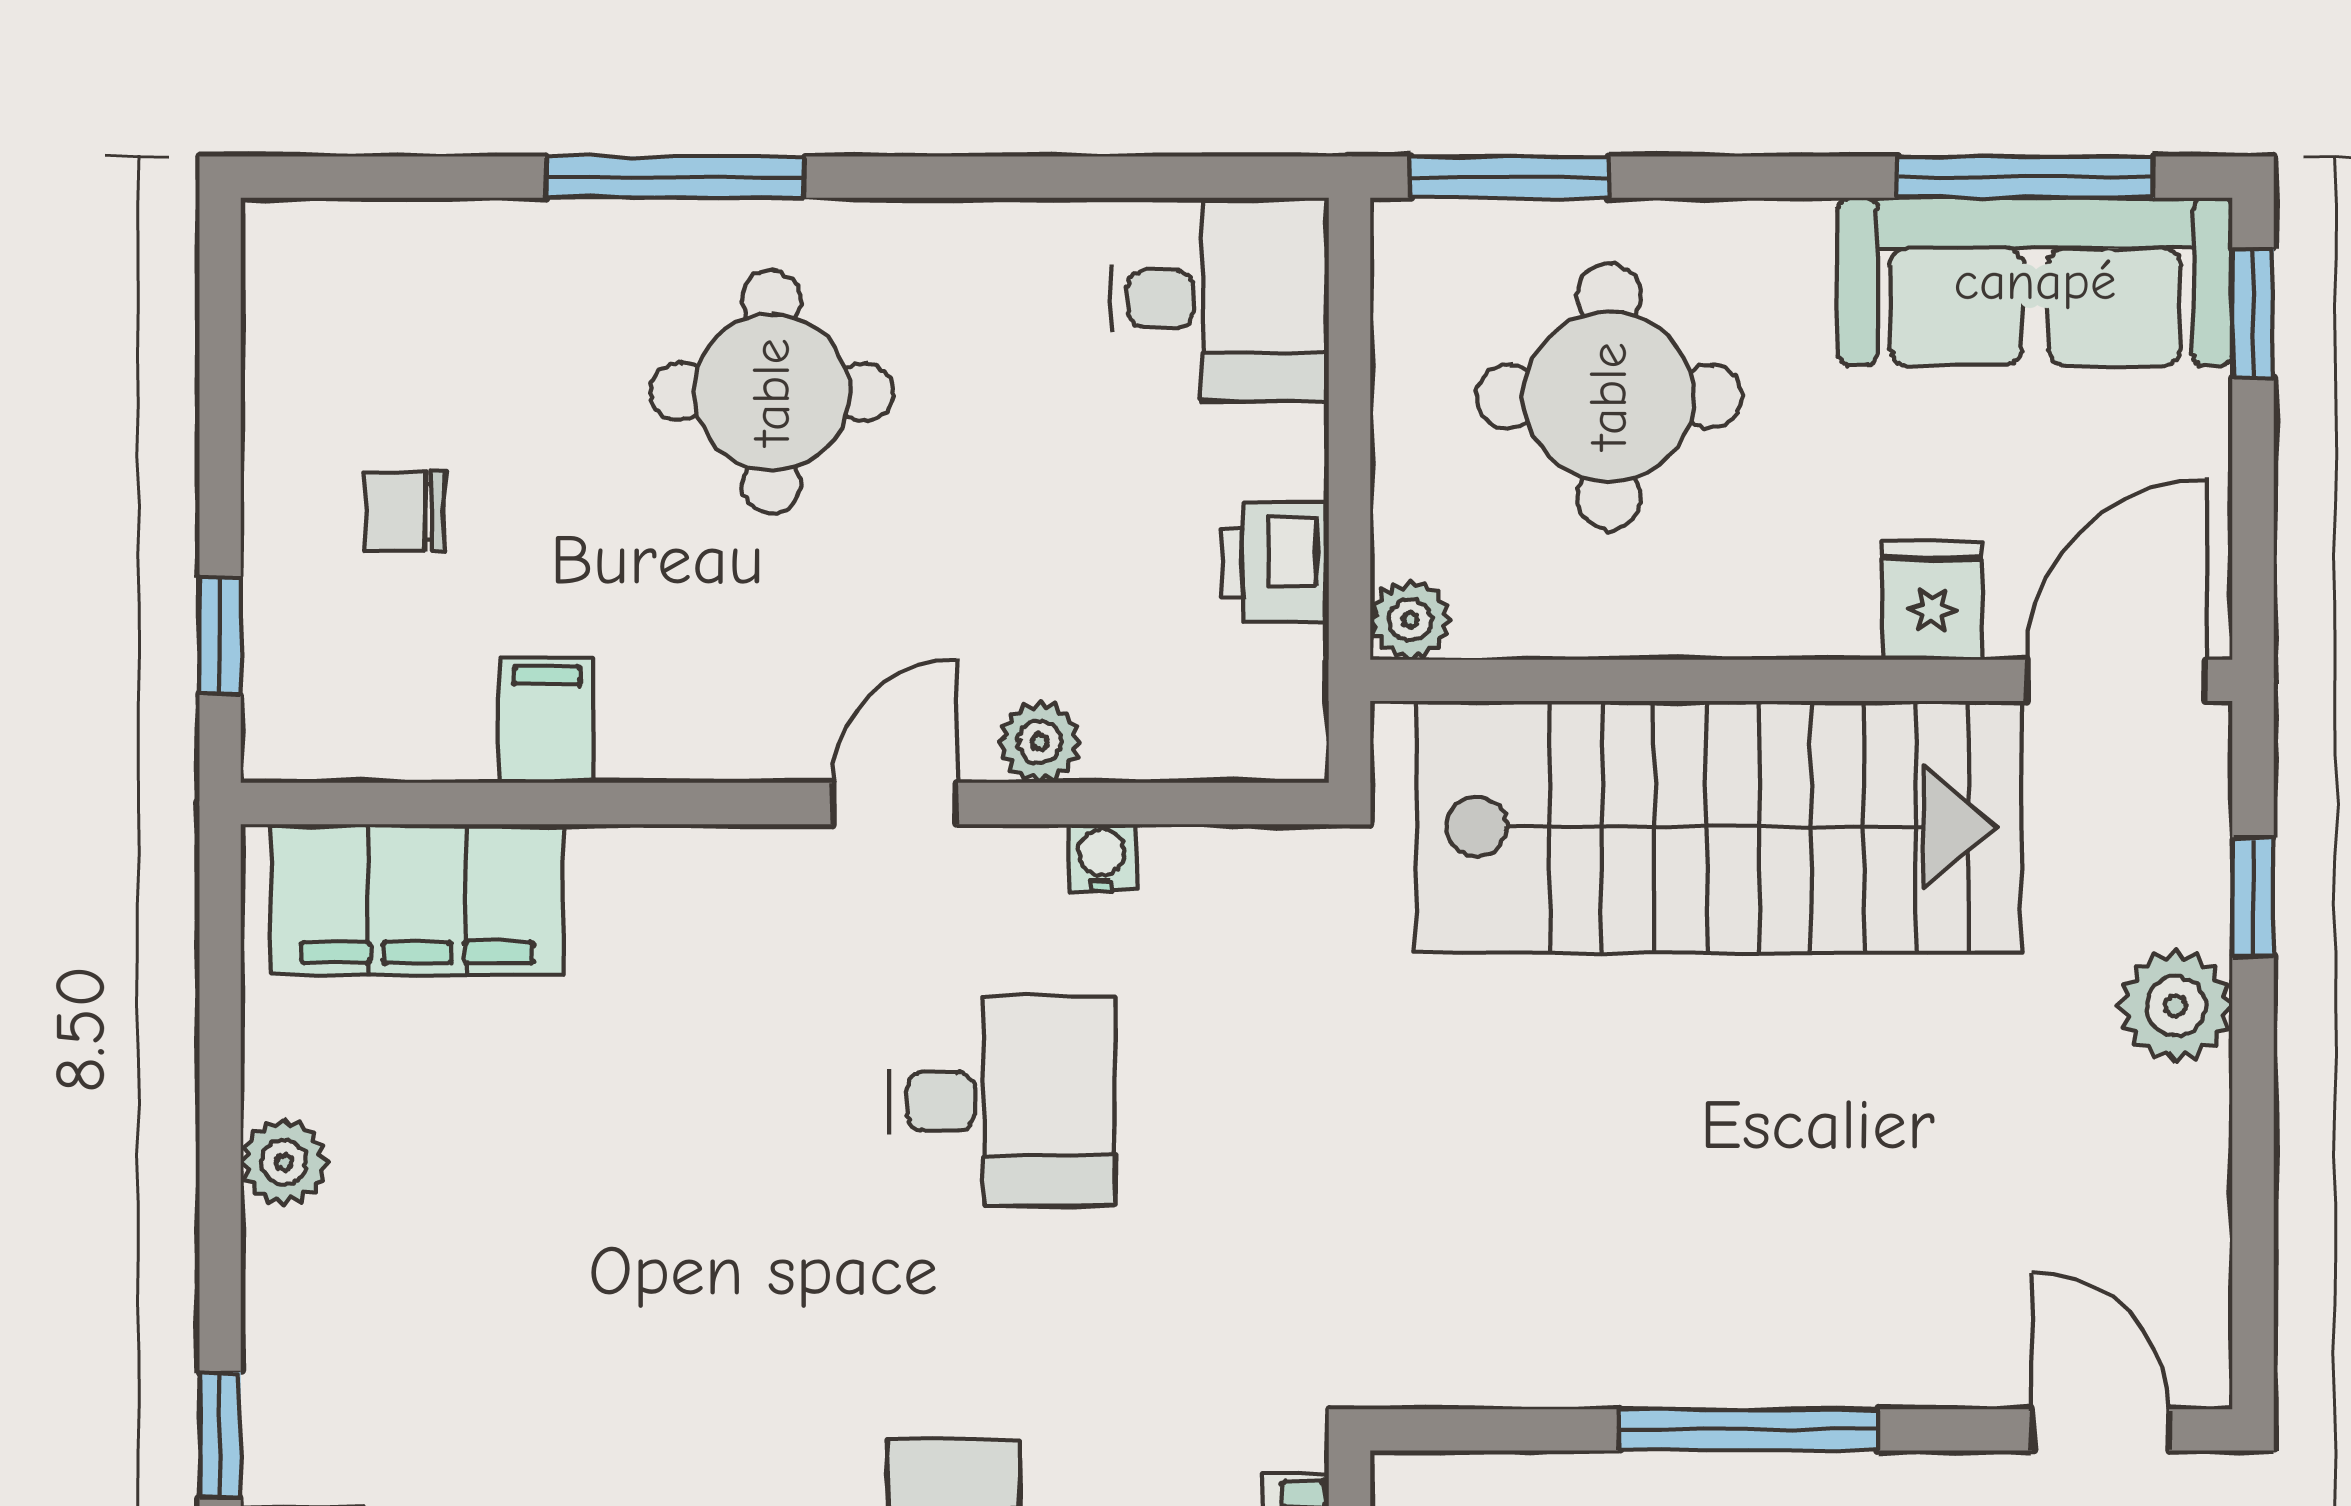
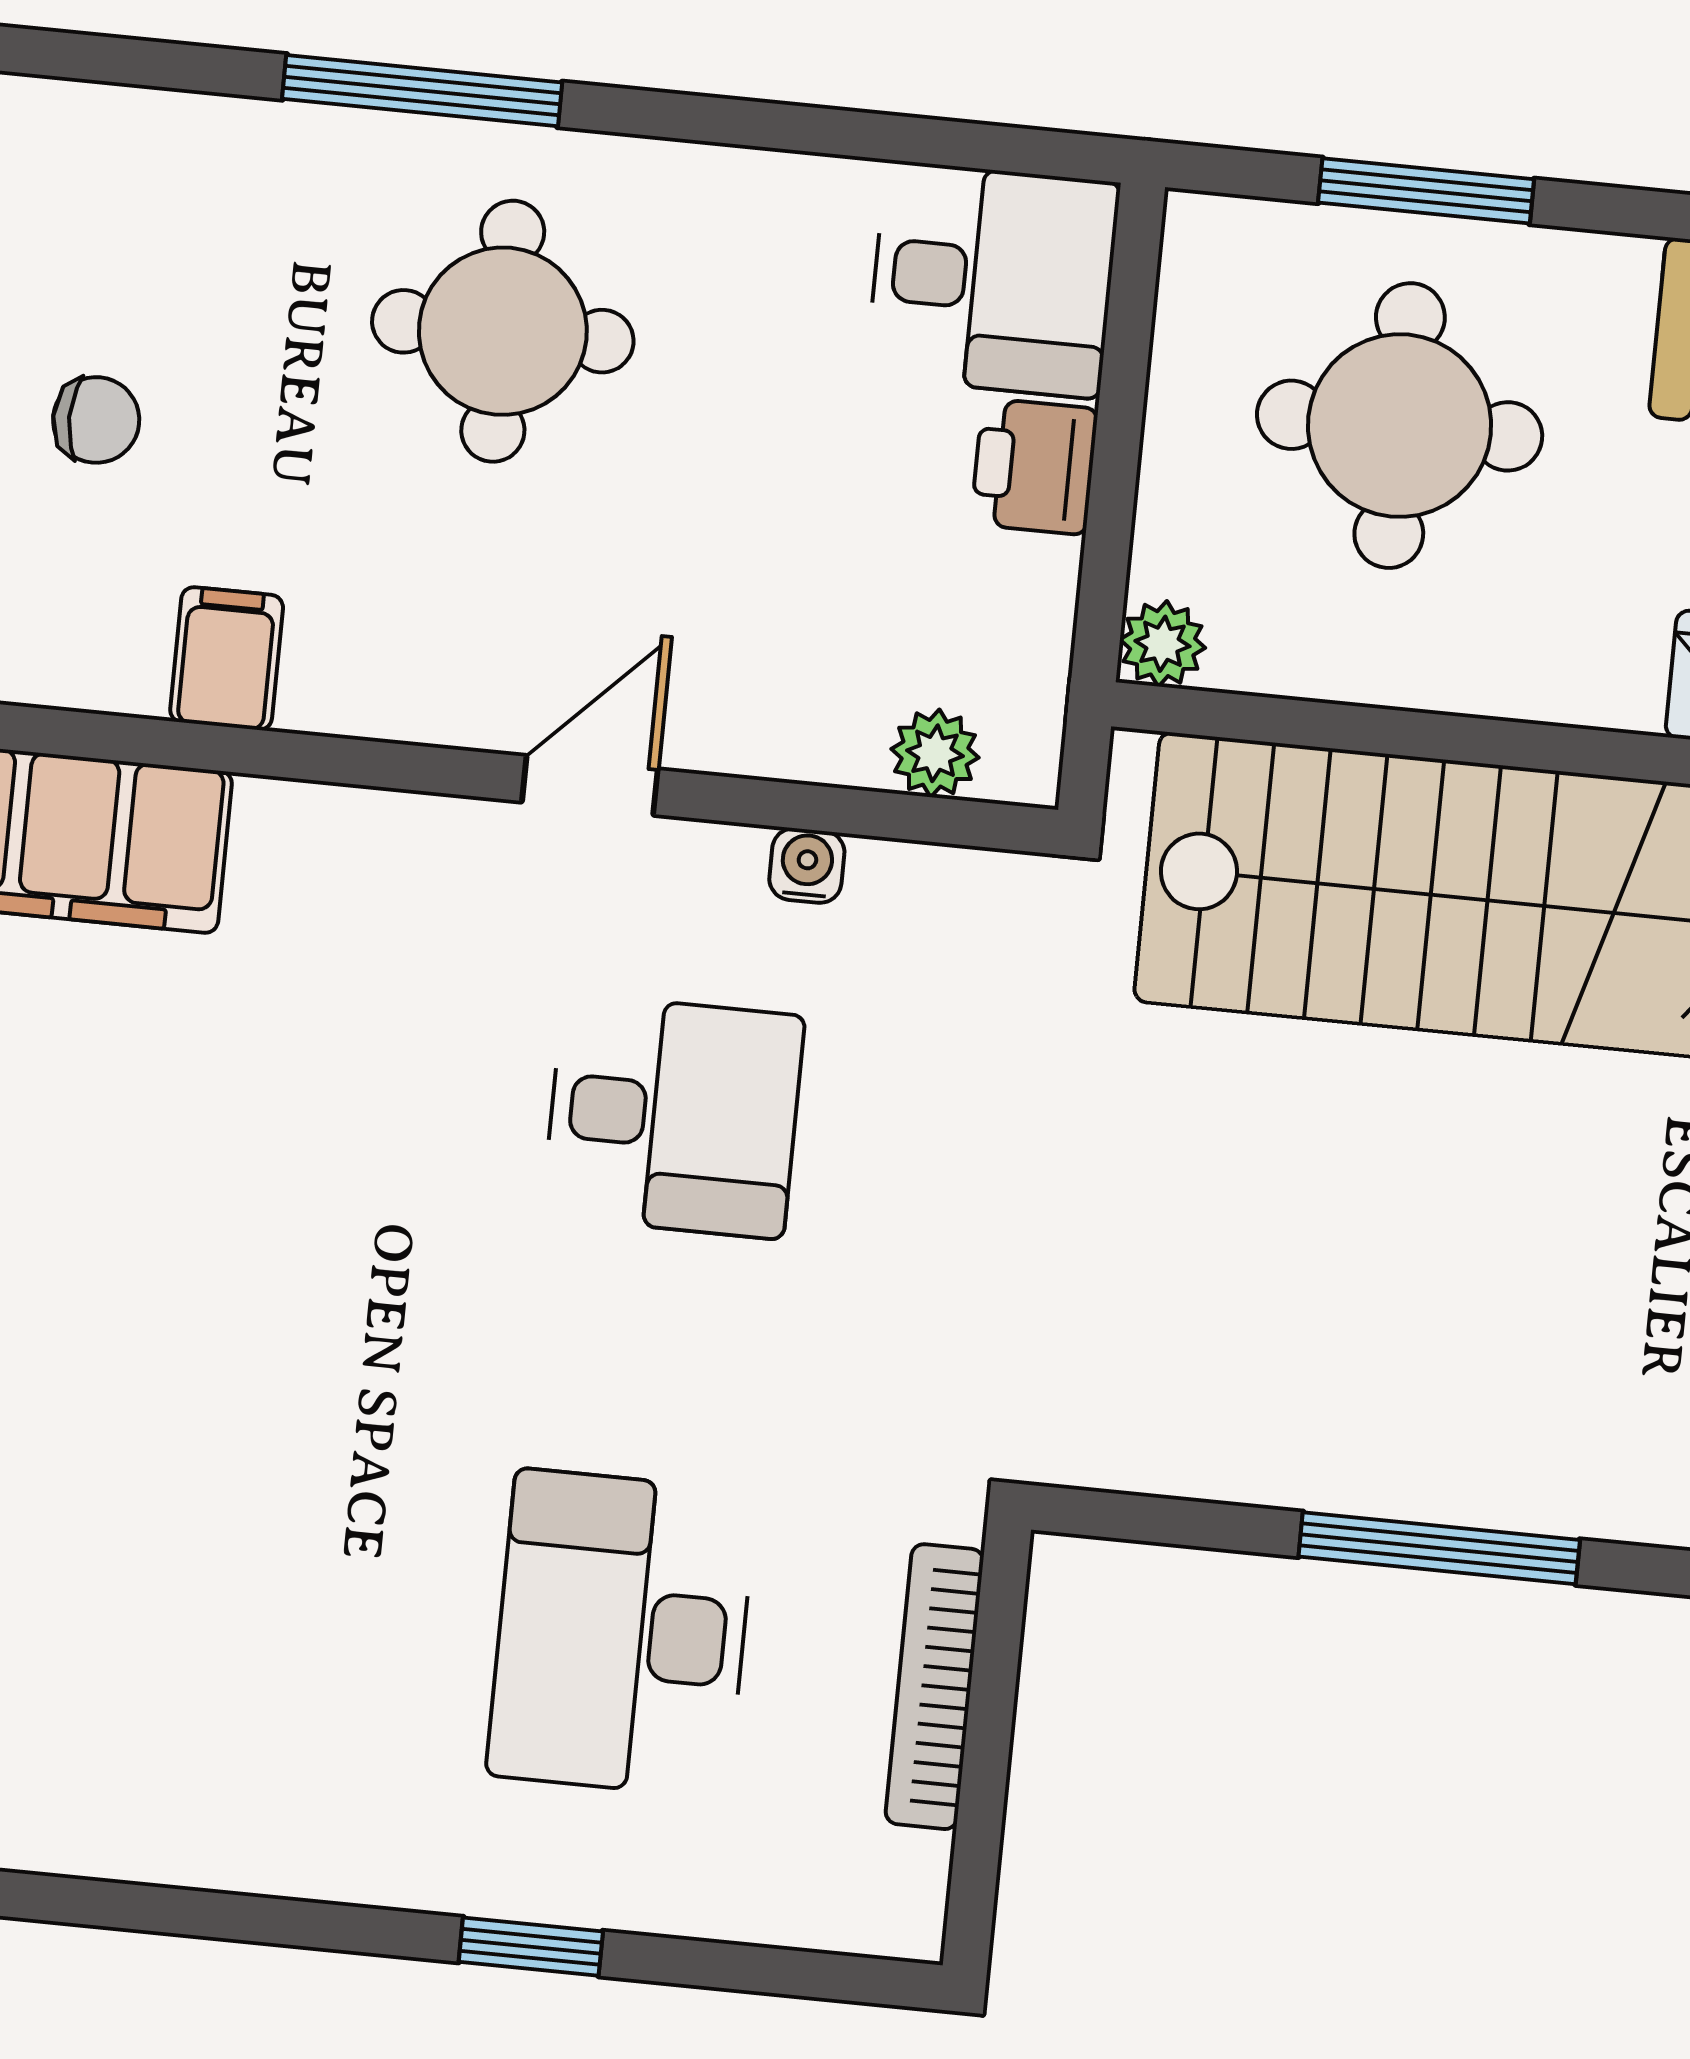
window: (1509, 177) -> (1426, 191), moved
chair: (404, 511) -> (96, 420), turned 180
printer: (1275, 563) -> (1034, 466), moved
plant: (1040, 742) -> (935, 753), moved

